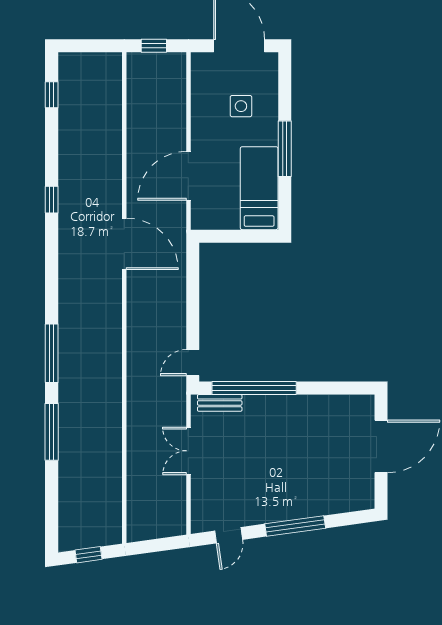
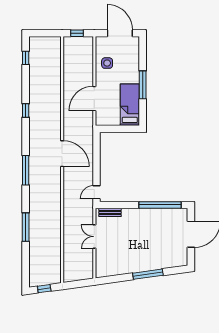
side table: (241, 106) -> (107, 63), moved
door: (124, 244) -> (62, 154), moved
window: (52, 353) -> (26, 170), moved
window: (254, 388) -> (160, 205), moved
door: (229, 535) -> (115, 279), removed

